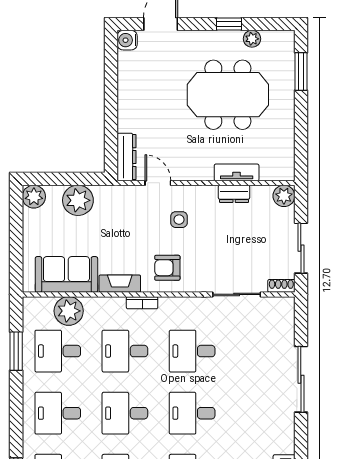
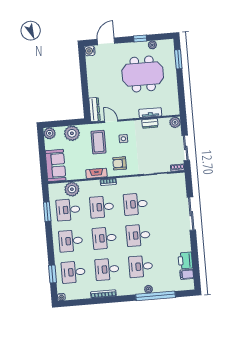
coffee table: (129, 222) -> (98, 142), added
sofa: (66, 274) -> (56, 165), moved, turned 90

